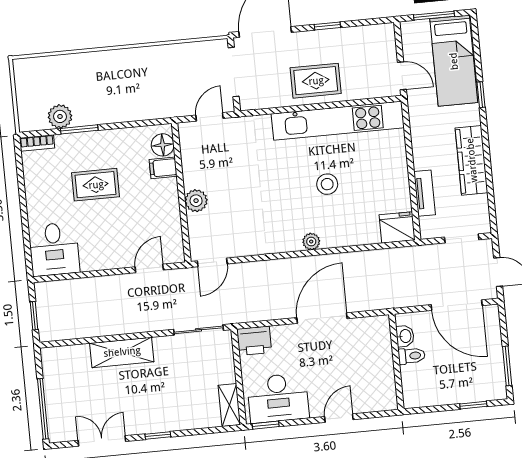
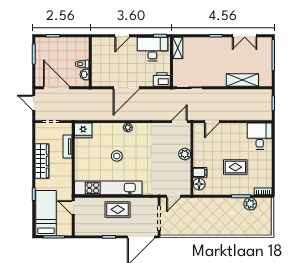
shelving: (122, 352) -> (242, 80), moved

